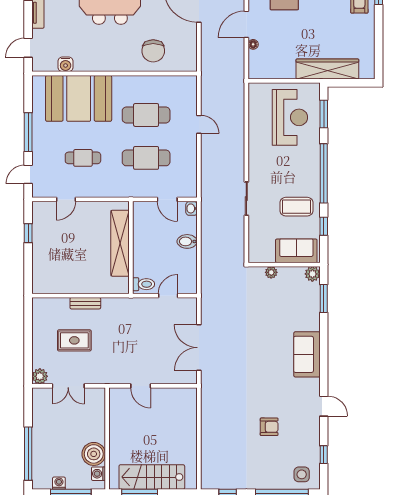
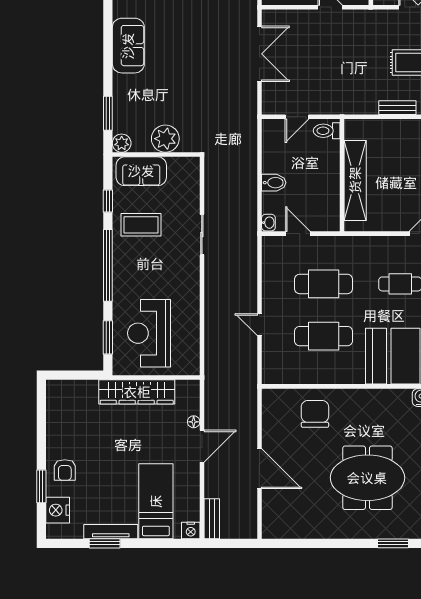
wardrobe: (327, 69) -> (137, 392), moved
plant: (271, 272) -> (165, 139), width x1.88, depth x1.88

